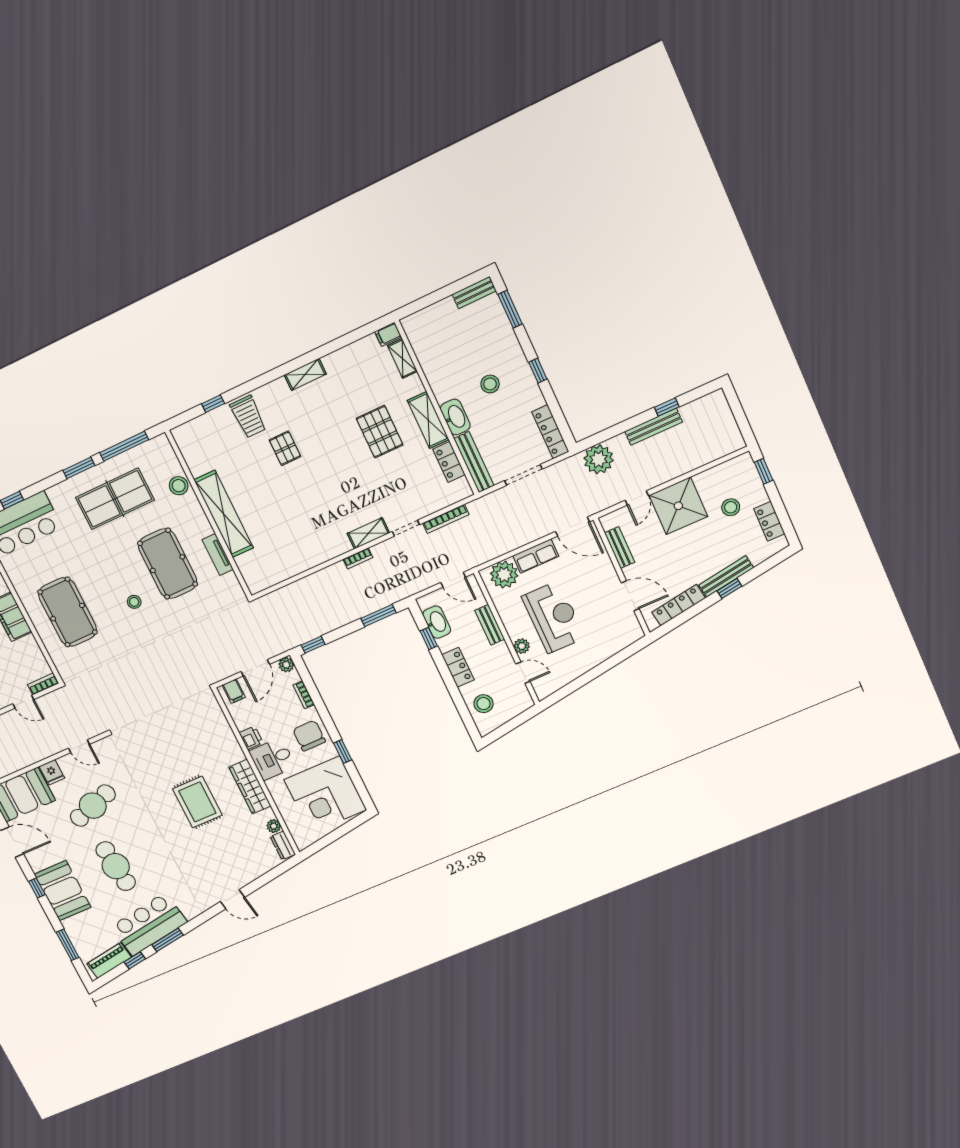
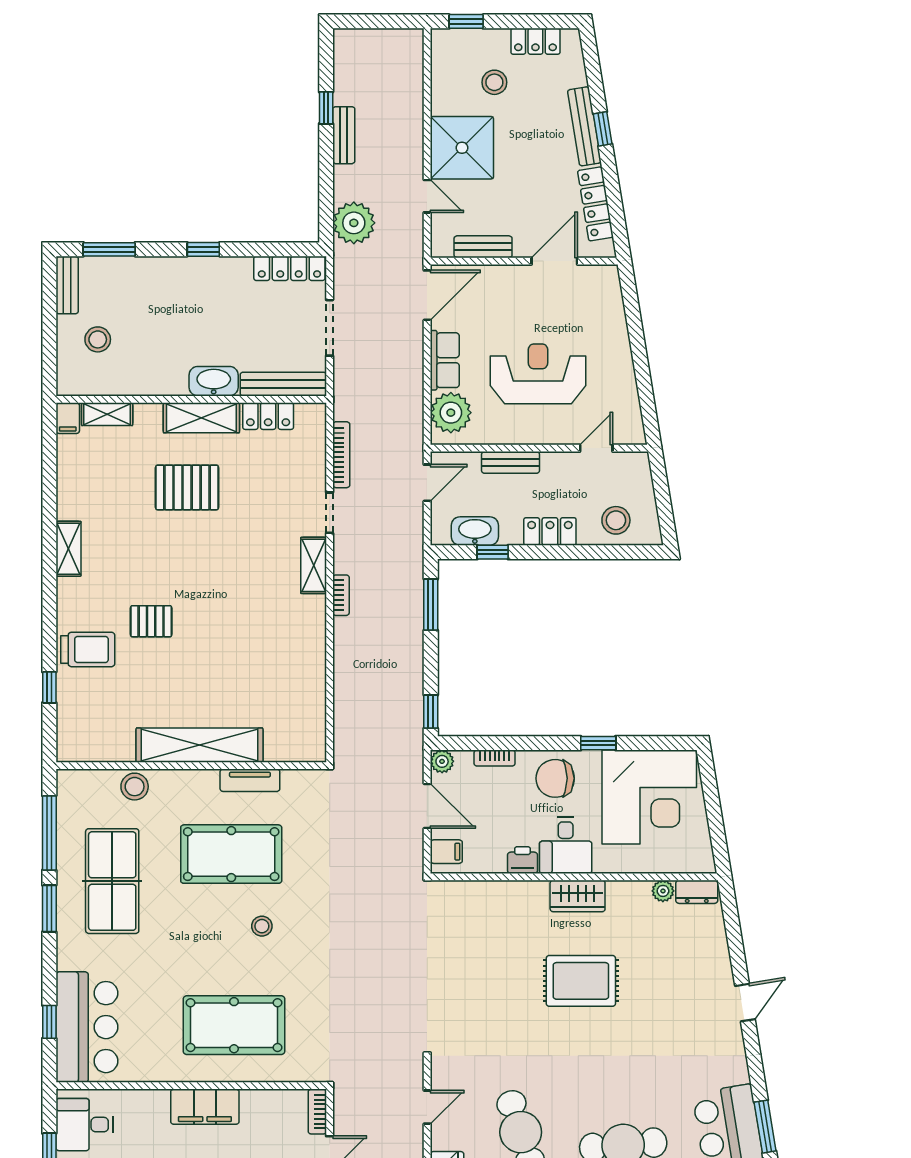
stool: (490, 384) -> (98, 339), moved
bench: (654, 427) -> (344, 135), width x0.73
plant: (522, 646) -> (559, 433), removed
wardrobe: (250, 787) -> (578, 896), width x0.67

